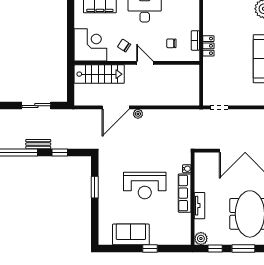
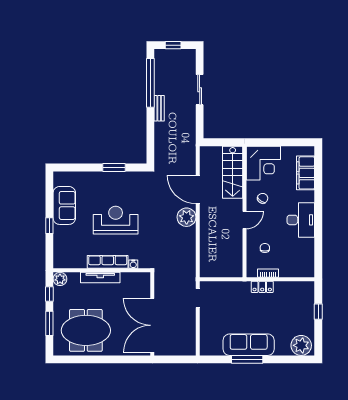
sliding door: (36, 106) -> (200, 90), moved
plant: (138, 114) -> (187, 217), width x1.88, depth x1.88
window: (60, 152) -> (150, 131), removed
reception desk: (145, 186) -> (116, 220), turned 90
tv unit: (200, 206) -> (100, 278), width x1.41

